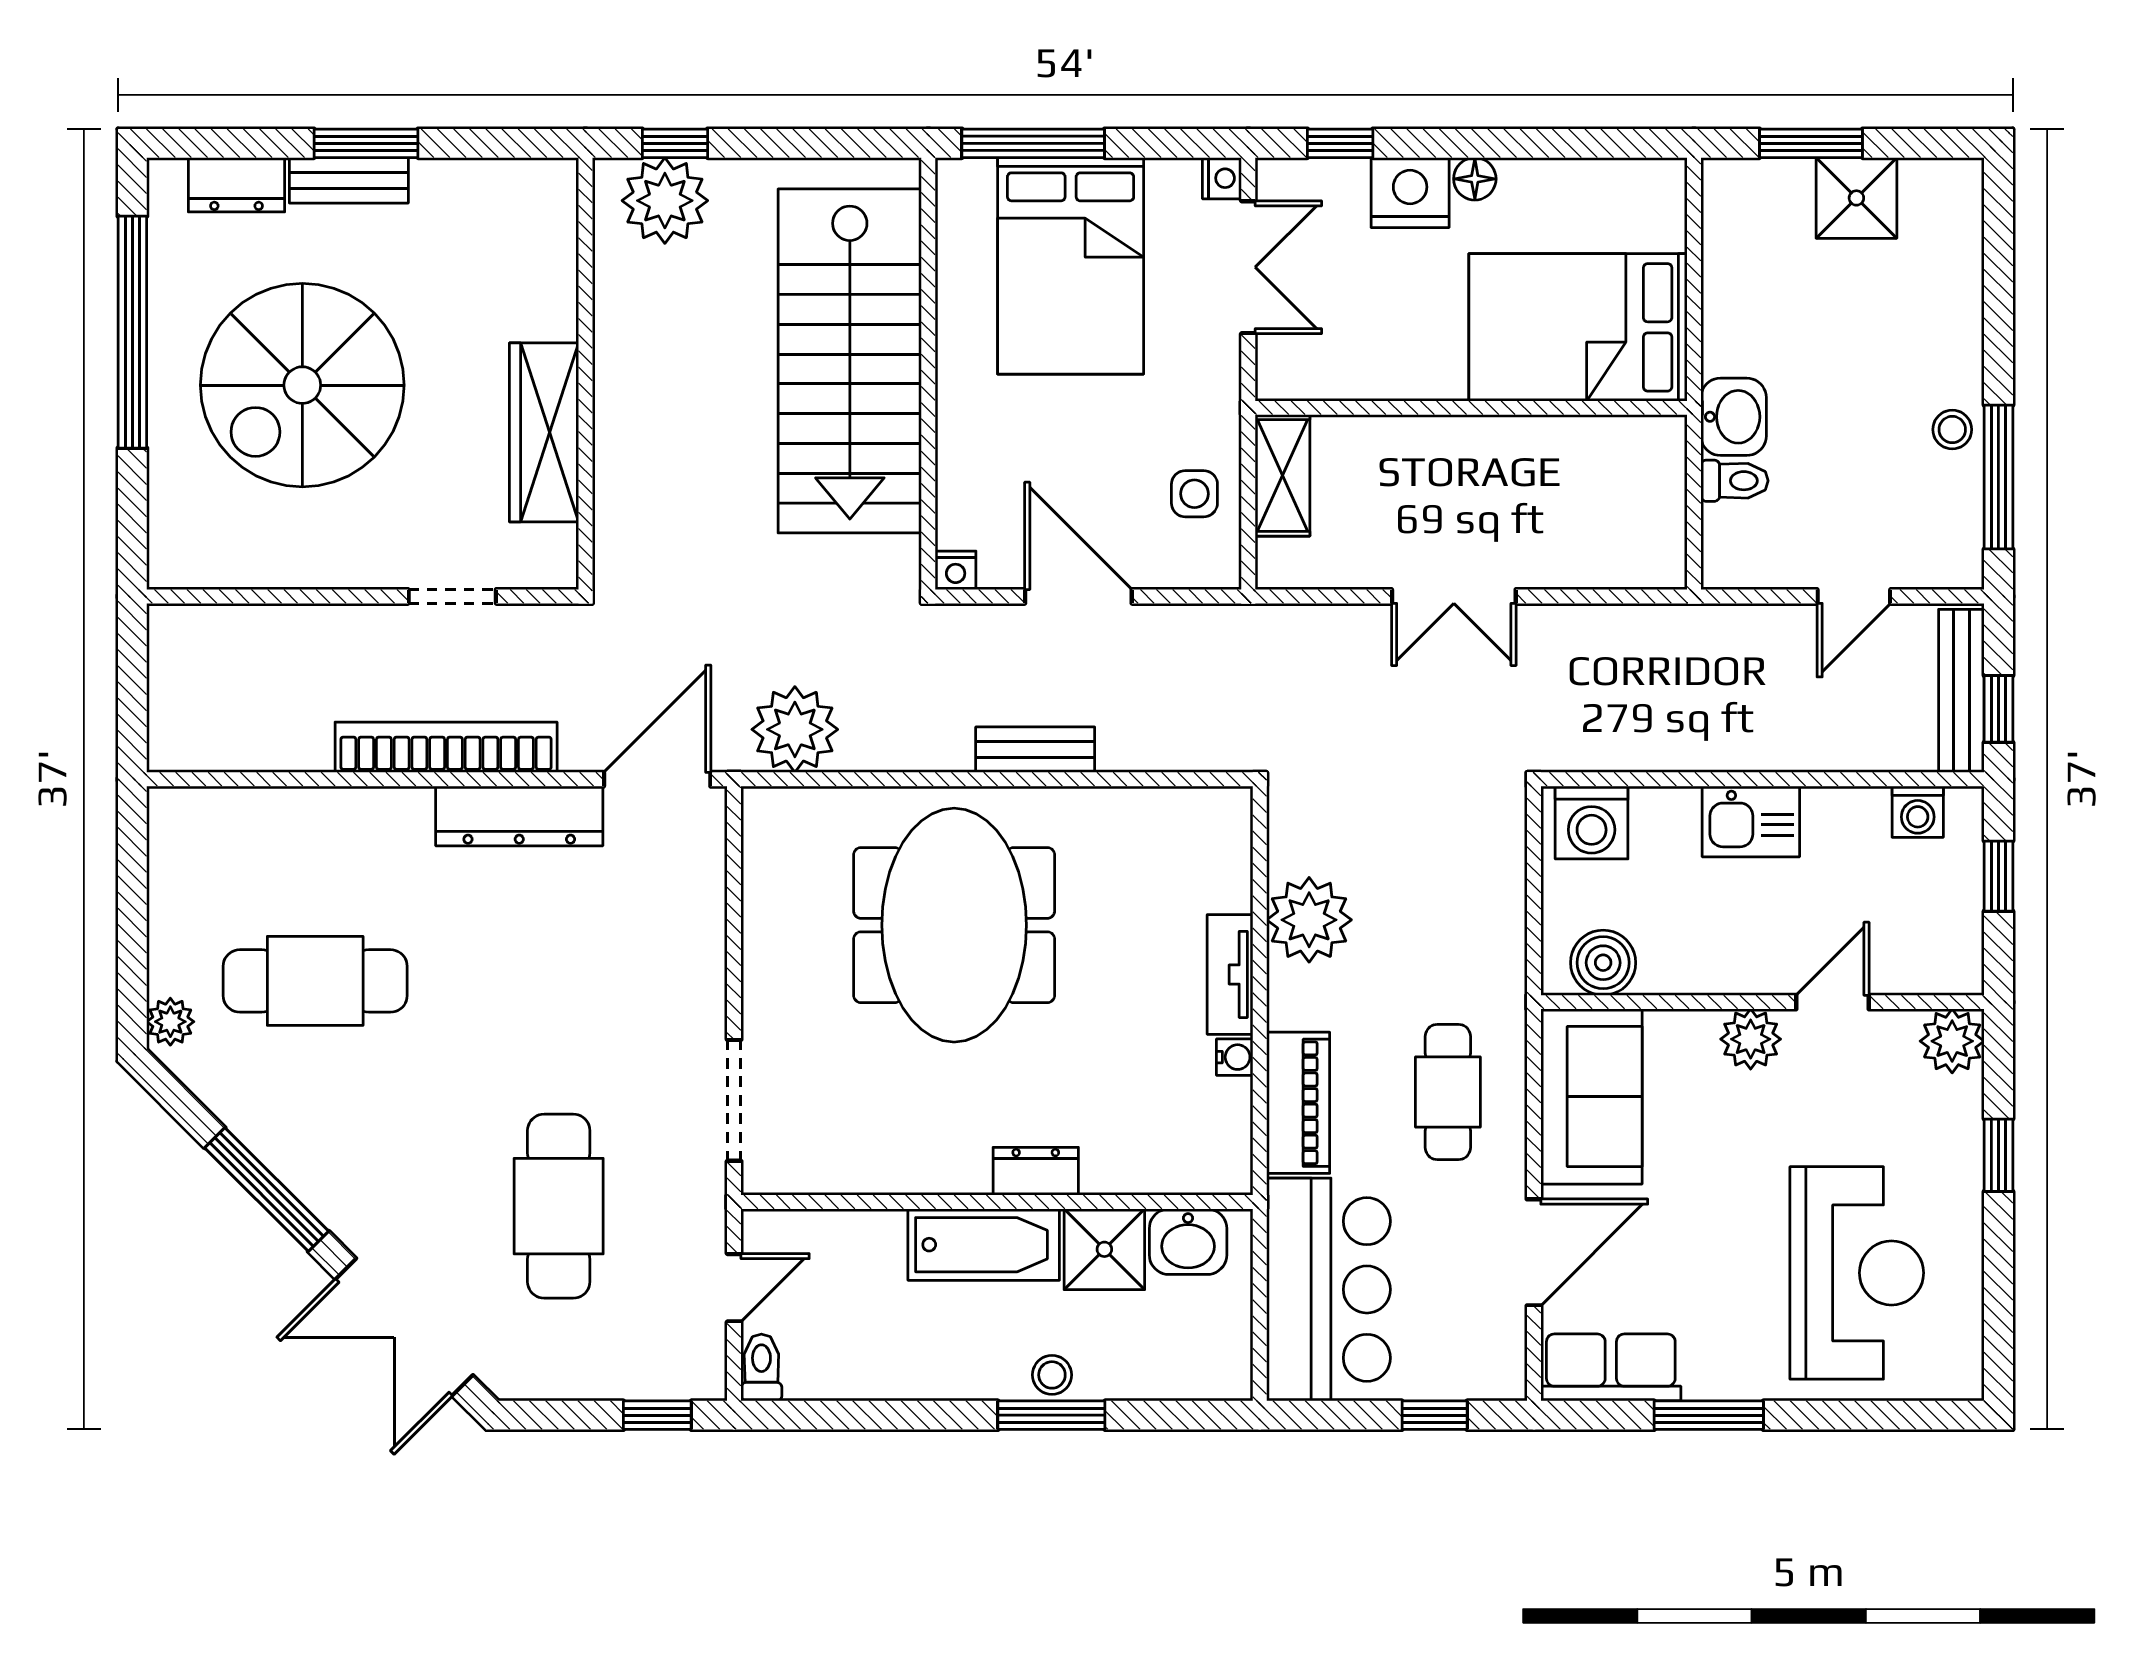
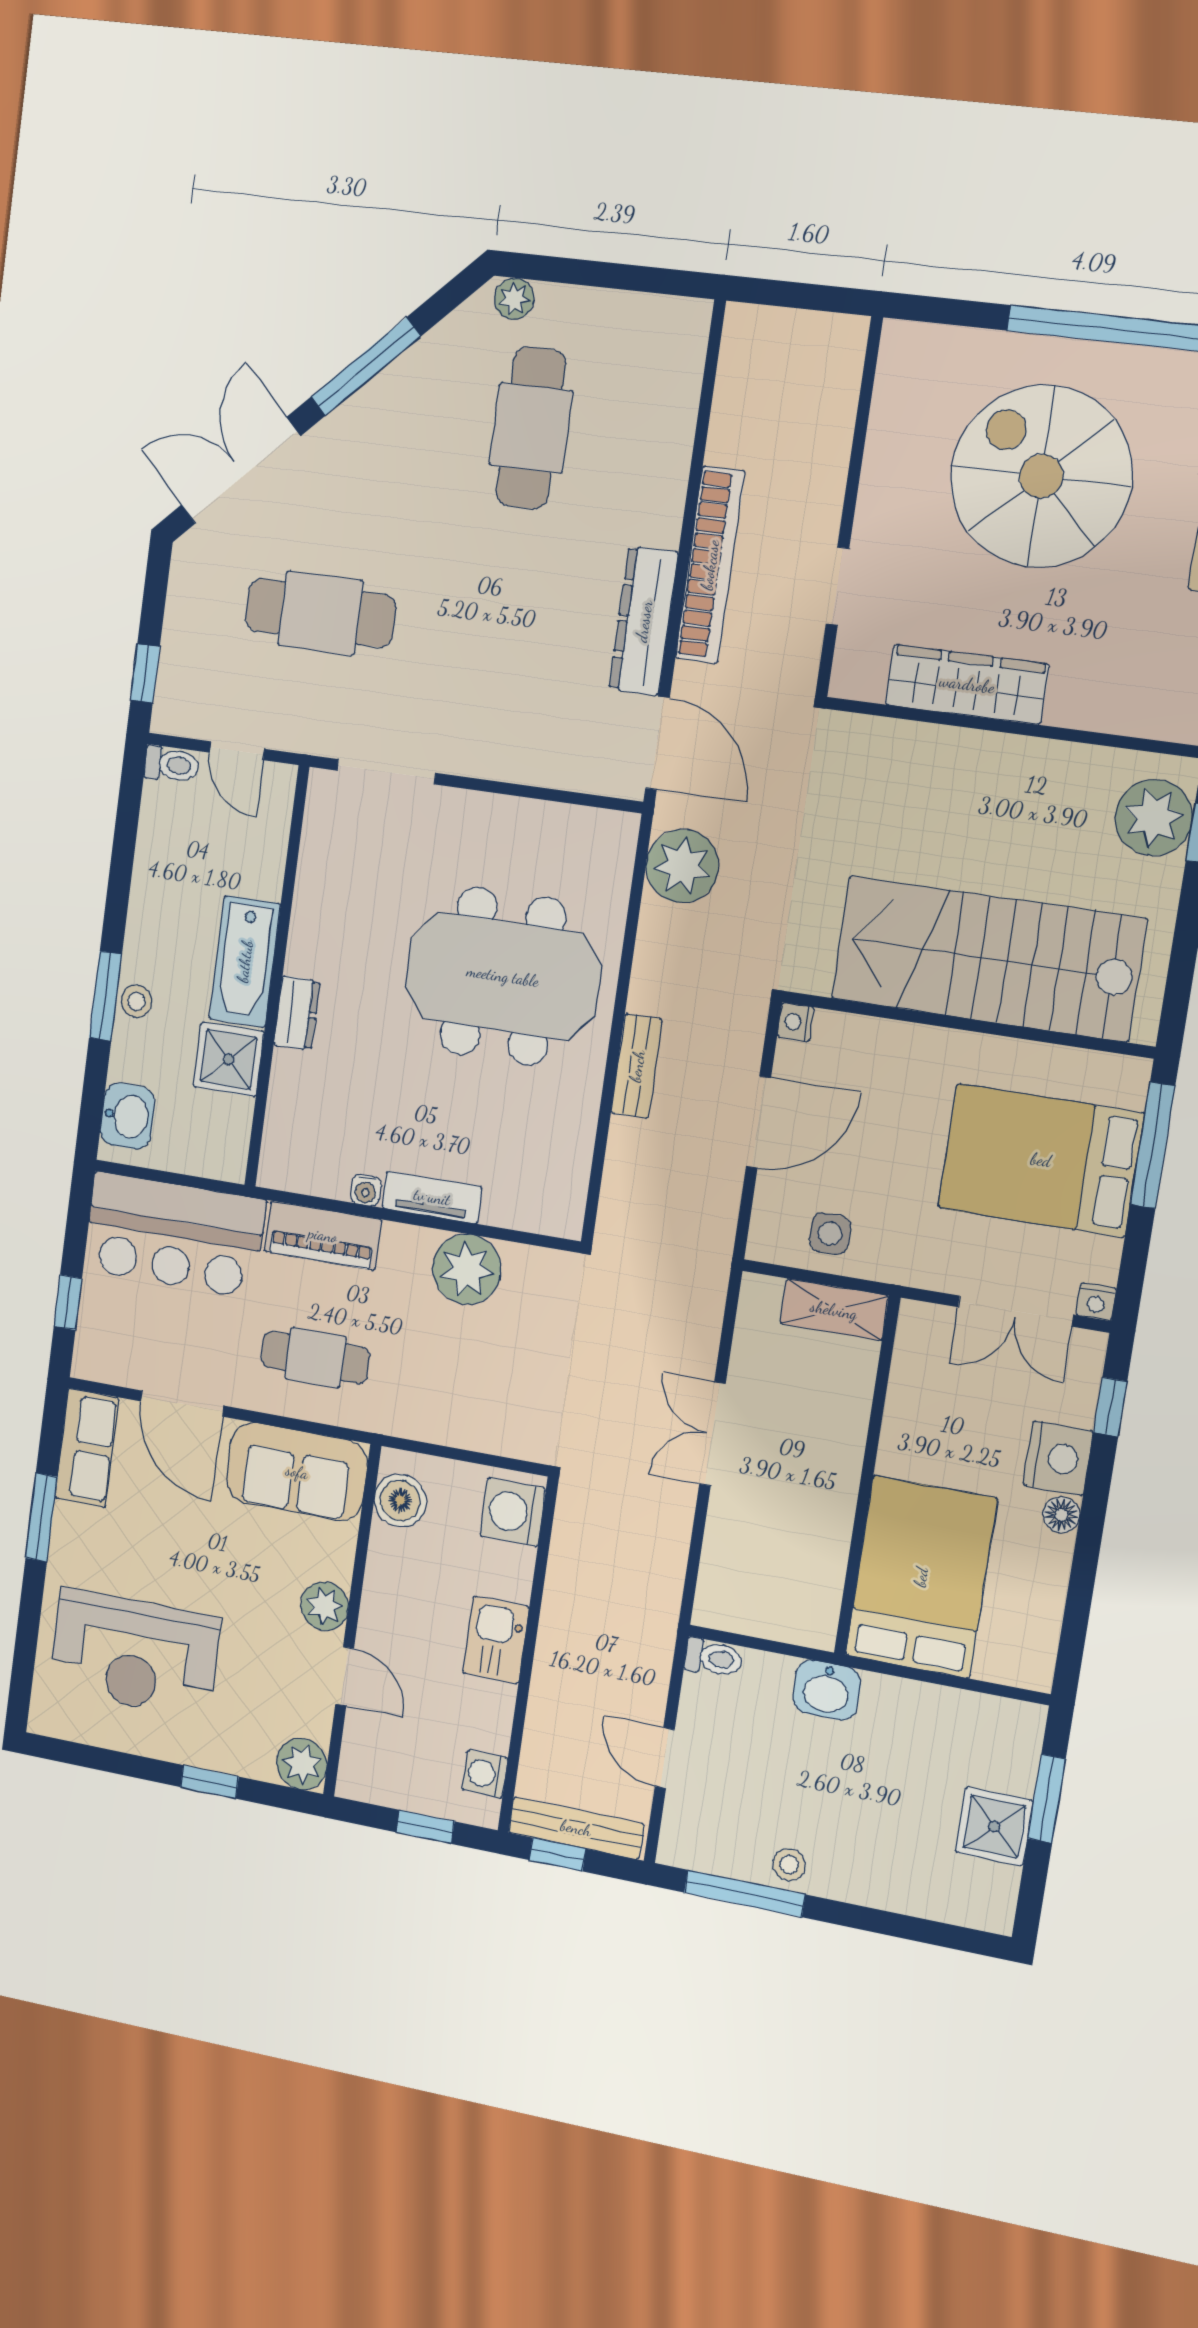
toilet: (1734, 481) -> (713, 1658), moved, turned -90
washbasin: (1188, 1242) -> (127, 1116), moved, turned 180

